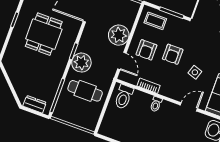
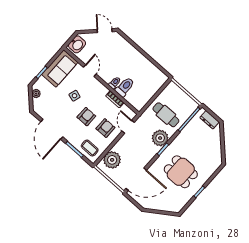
dining table: (44, 34) -> (181, 172), turned 90
plant: (119, 35) -> (112, 160), moved
toilet: (124, 97) -> (125, 87), moved
door: (189, 107) -> (90, 71), swing flipped

